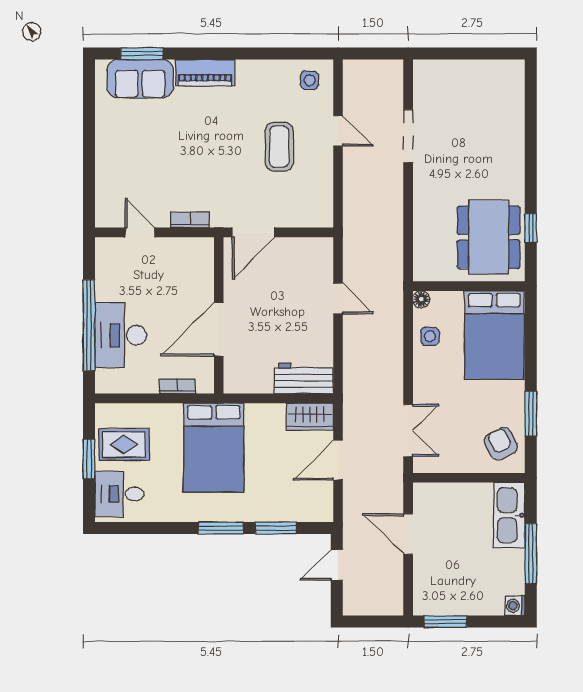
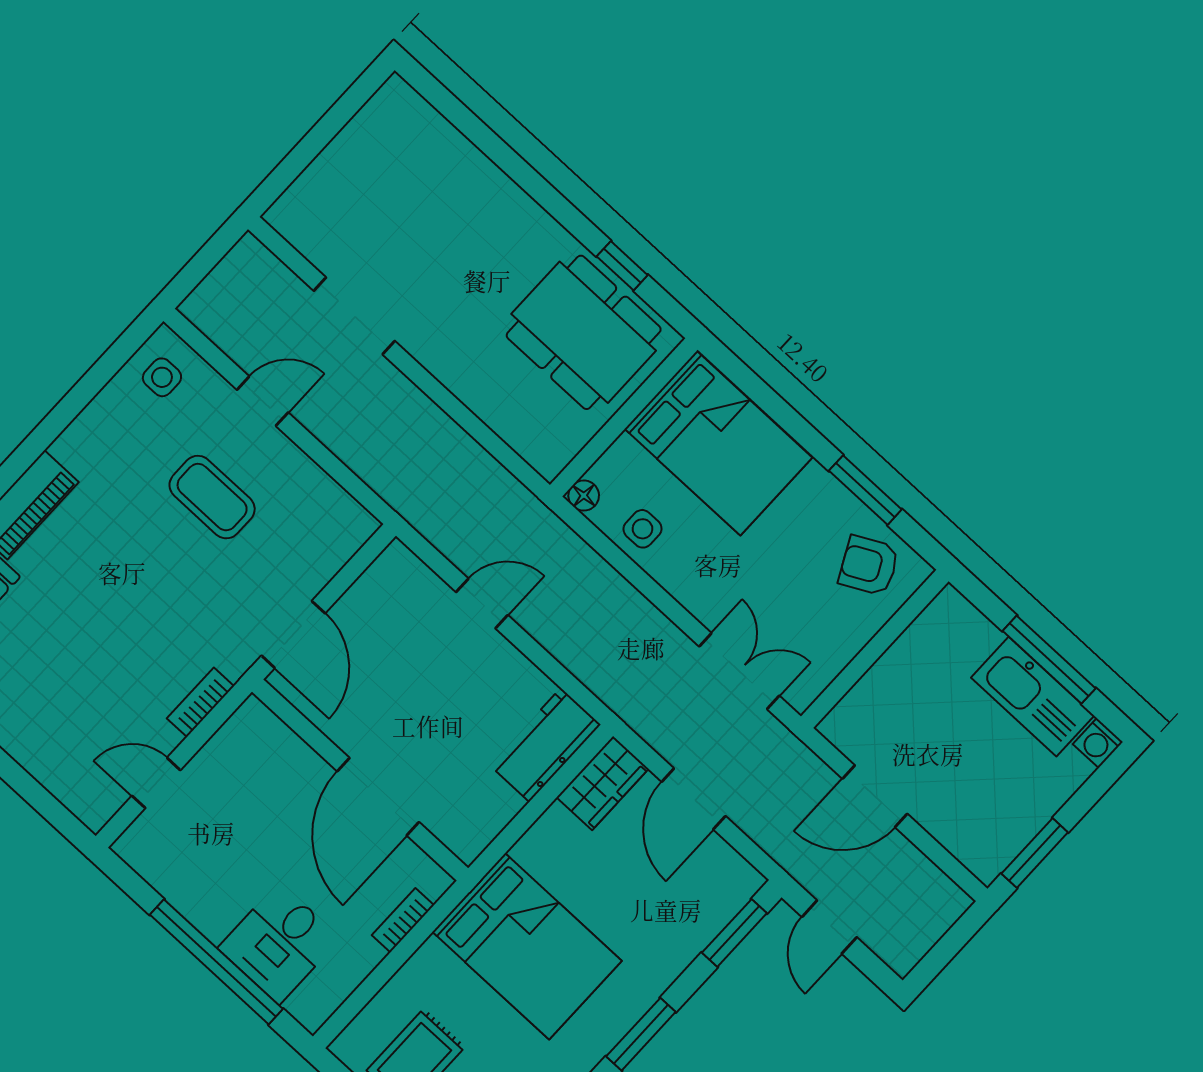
desk: (121, 335) -> (279, 943), width x0.73
kitchen sink: (509, 515) -> (1033, 697), moved
window: (276, 528) -> (734, 933), moved

